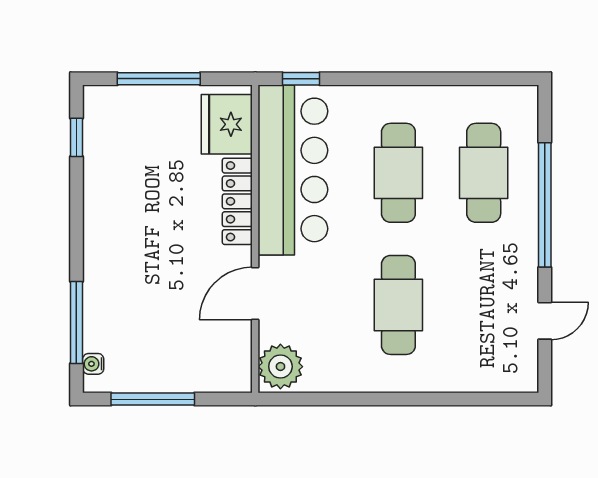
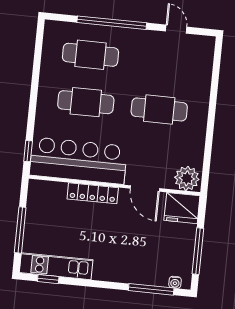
fridge: (227, 124) -> (182, 208), moved
kitchen unit: (101, 149) -> (56, 266), added

